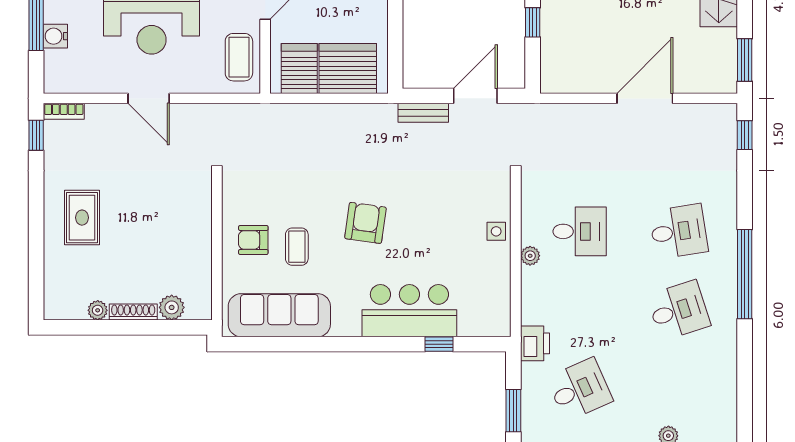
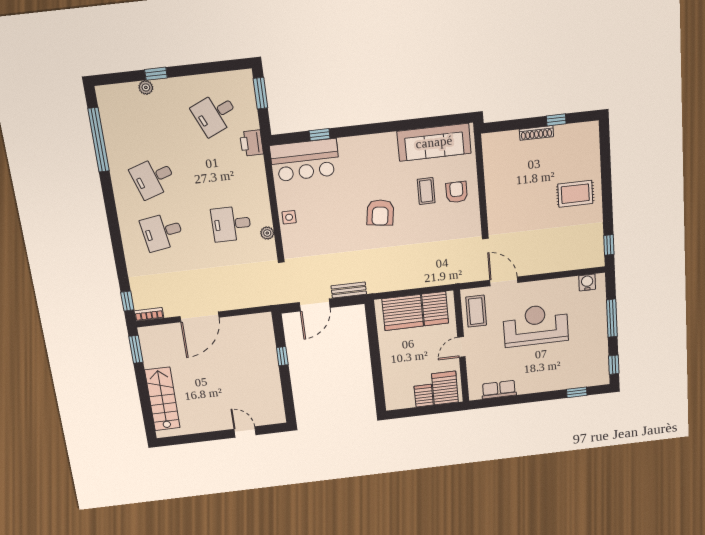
water cooler: (55, 36) -> (587, 282), moved, turned -90
door: (149, 98) -> (504, 281), moved
bookcase: (64, 111) -> (149, 314), moved
rug: (82, 218) -> (575, 194), turned 90
armchair: (253, 240) -> (457, 192), turned -90
plant: (530, 256) -> (267, 233), moved
window: (745, 274) -> (98, 140), moved
plant: (172, 307) -> (510, 139), removed
plant: (98, 310) -> (561, 131), removed
bar counter: (409, 311) -> (305, 160), moved
window: (104, 327) -> (556, 120), added

